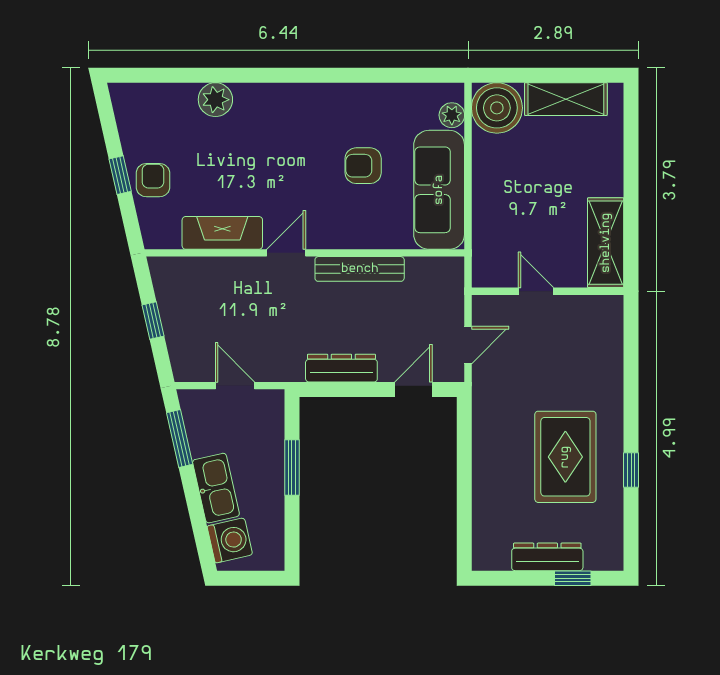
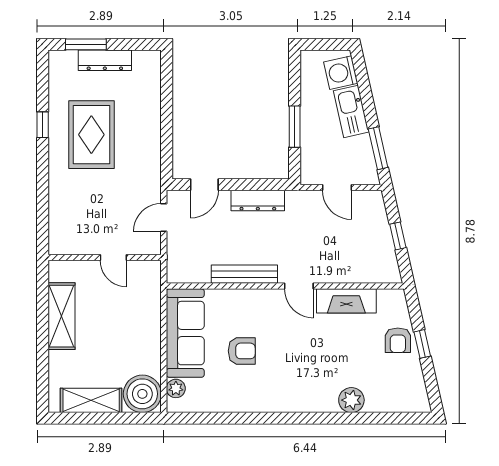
shelving: (606, 243) -> (62, 316), moved
door: (286, 253) -> (299, 286), hinge flipped
window: (573, 578) -> (86, 44), width x1.50

